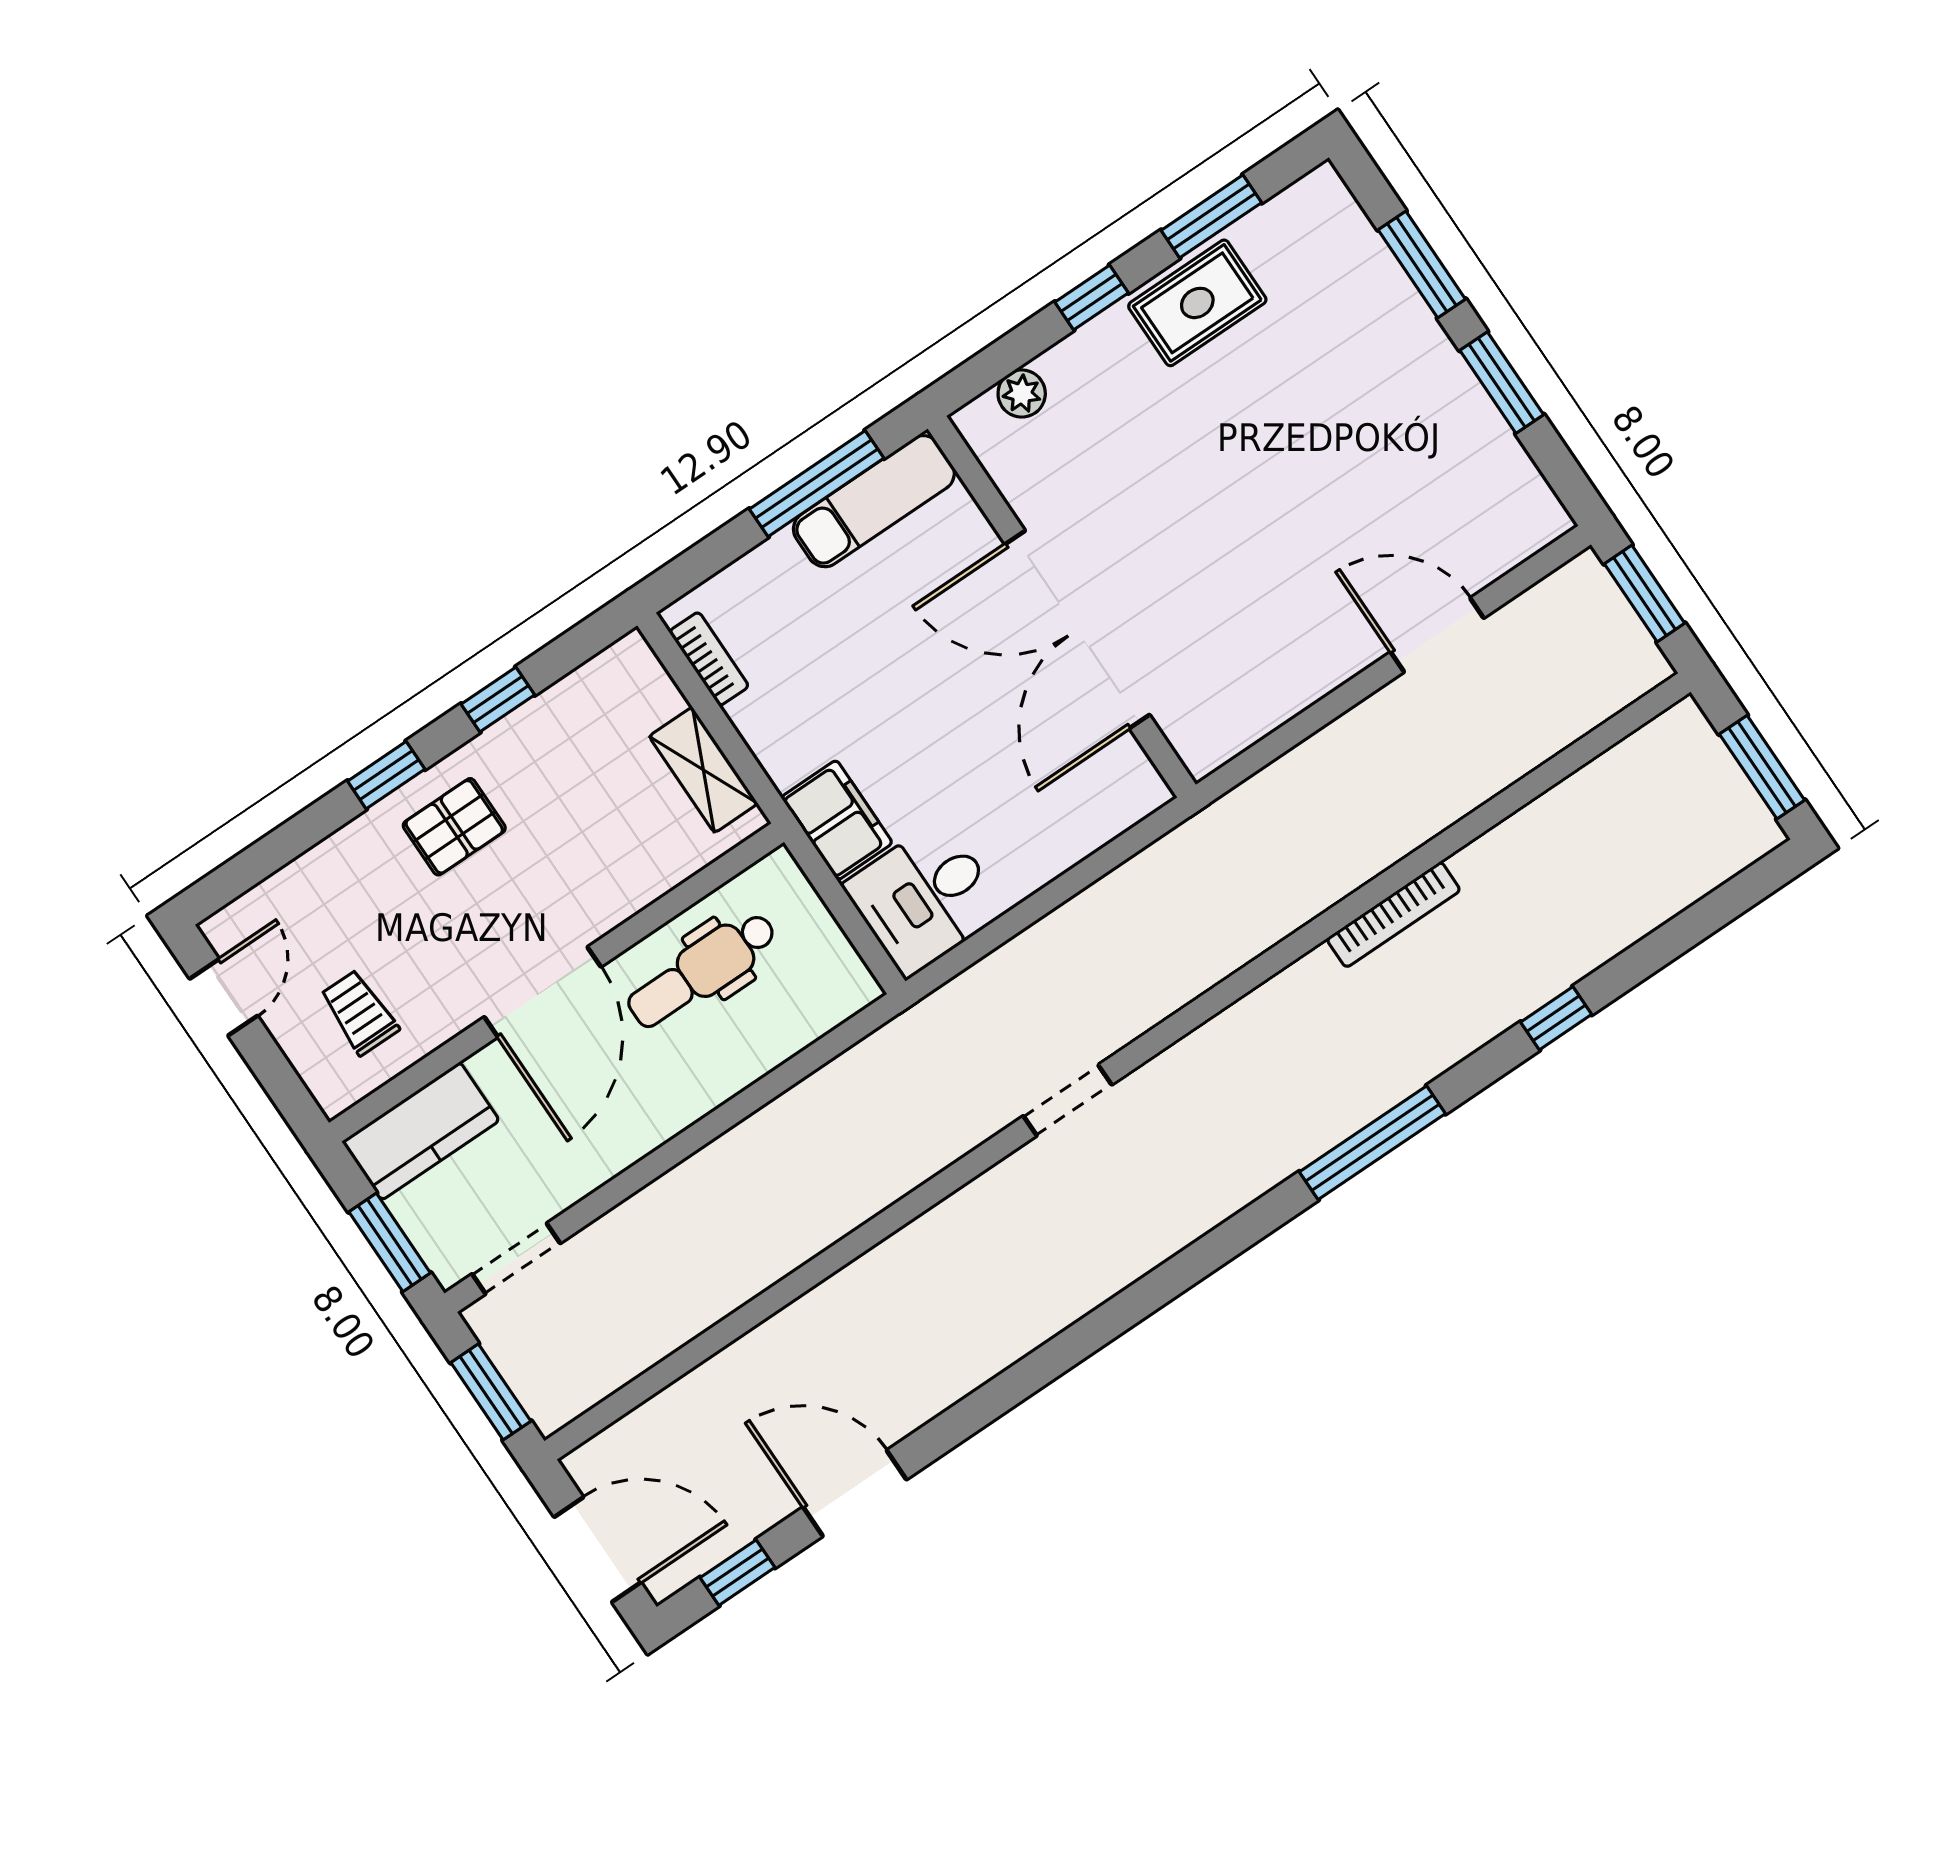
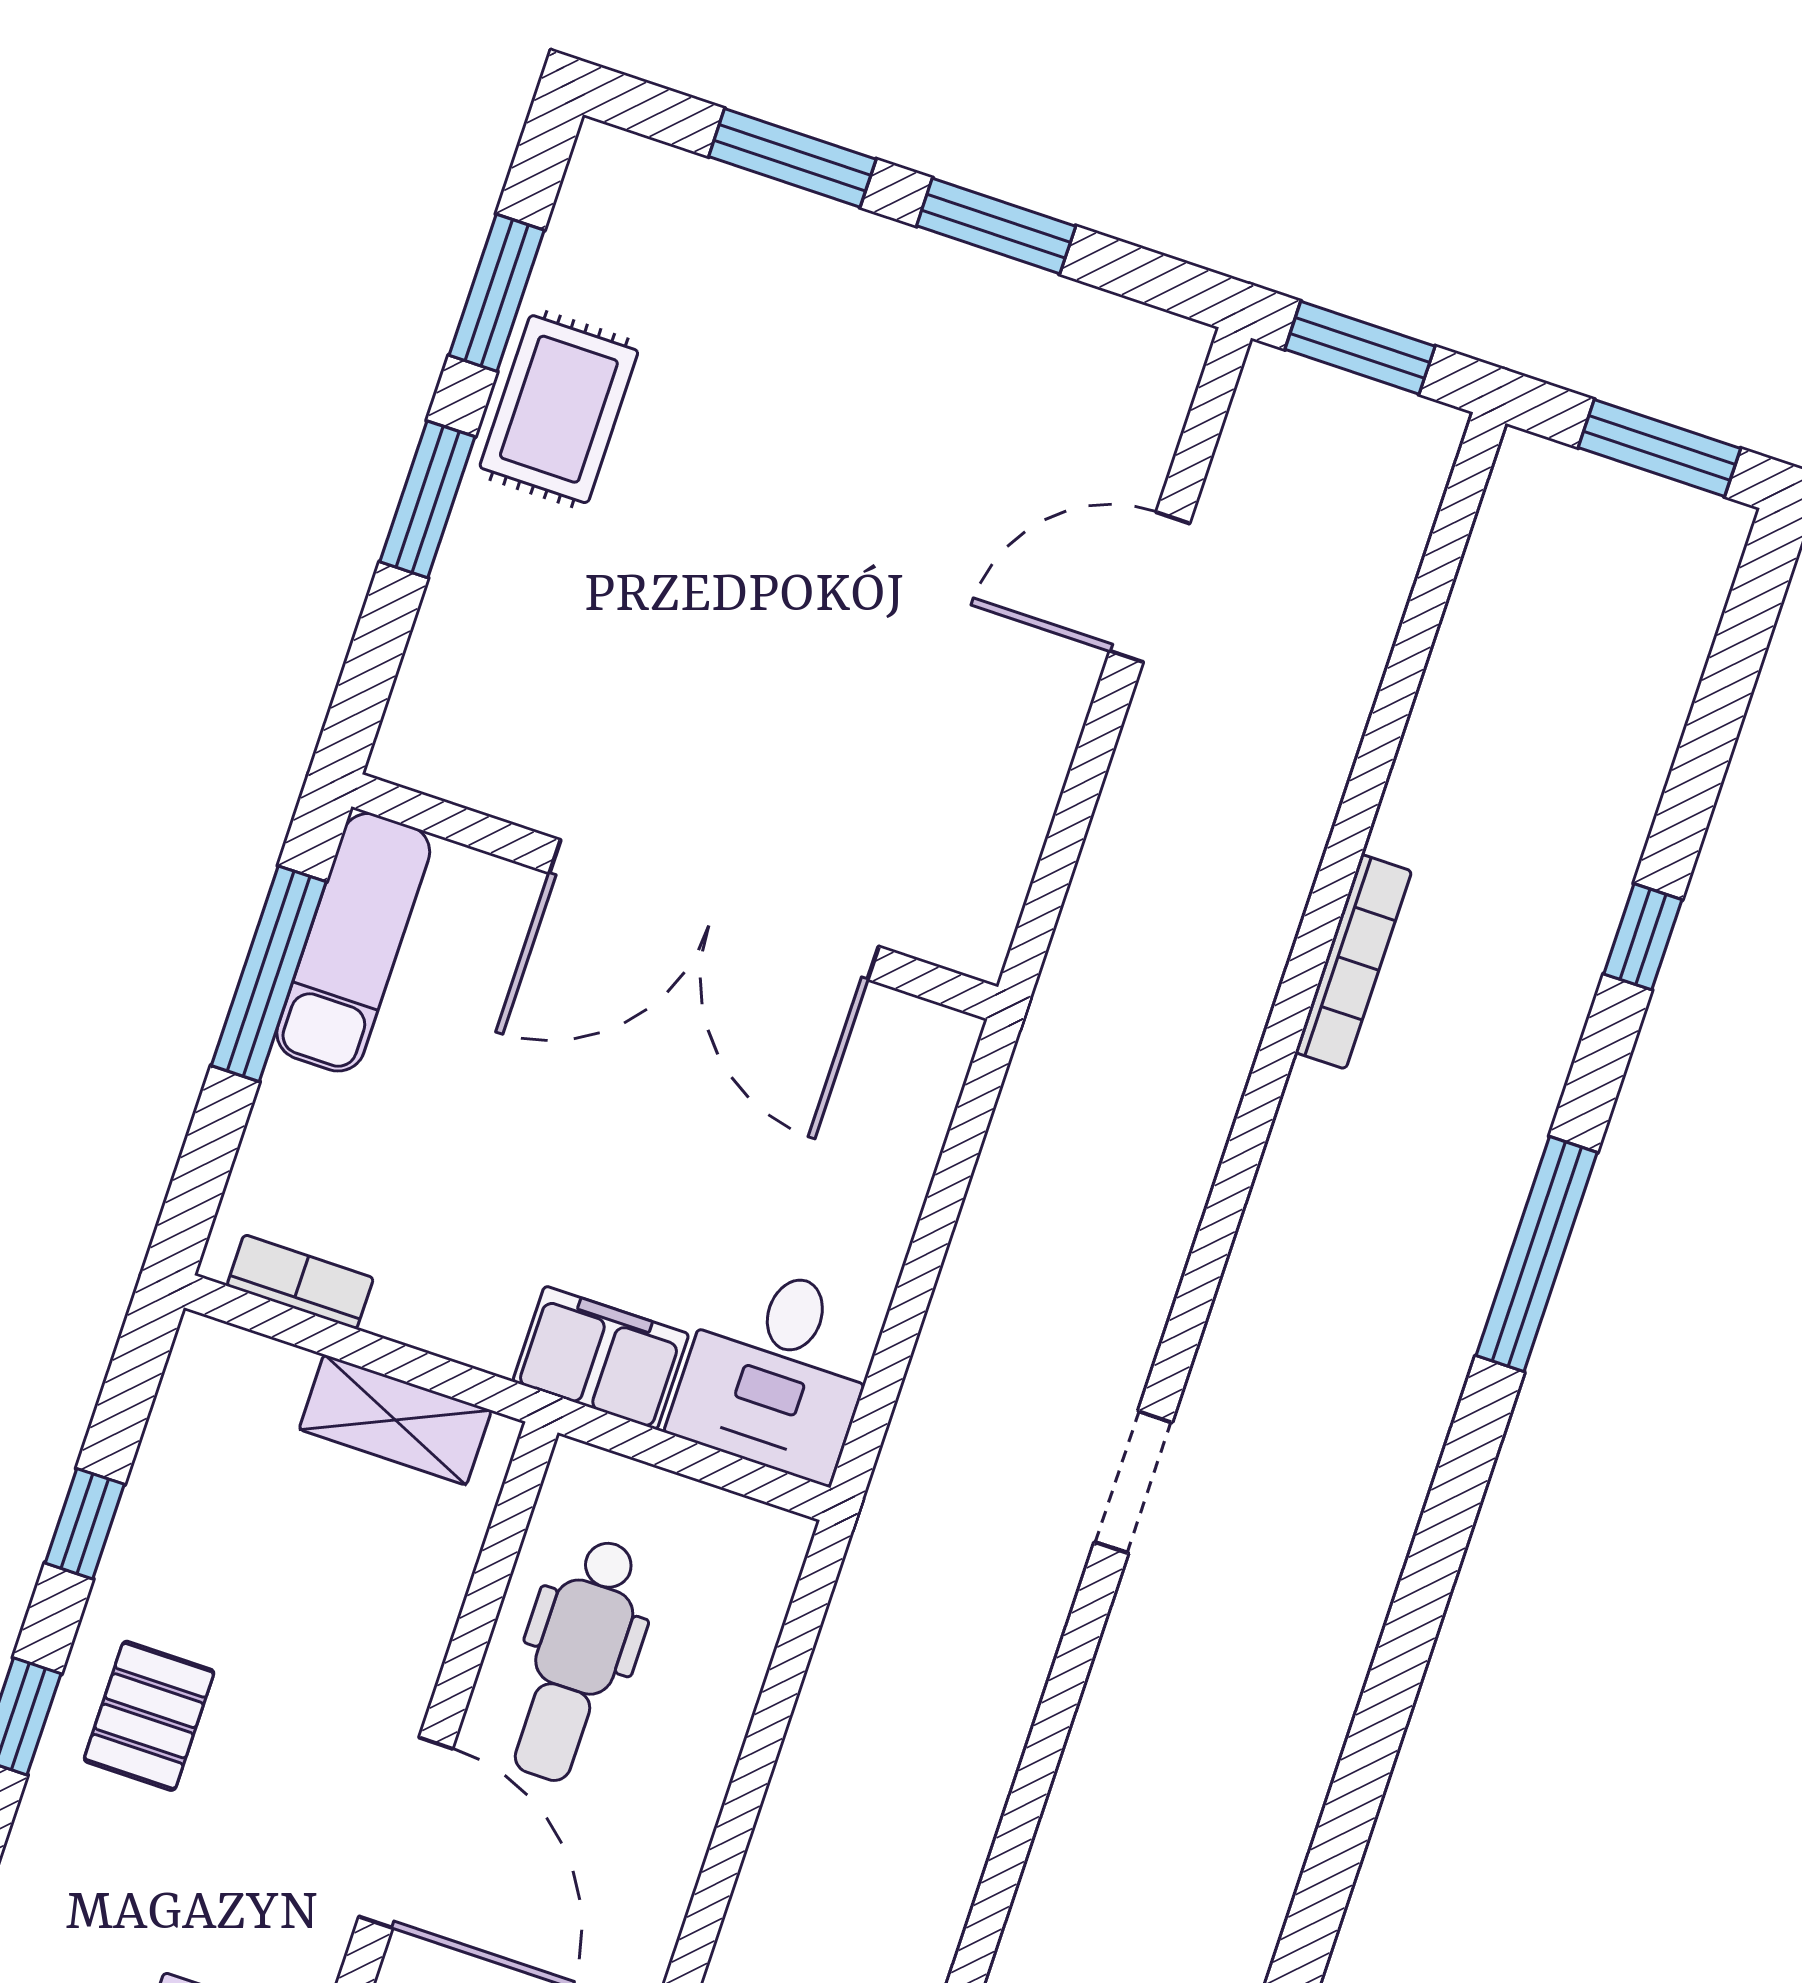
window: (1092, 297) -> (427, 499), width x1.50
plant: (1022, 394) -> (432, 678), removed

